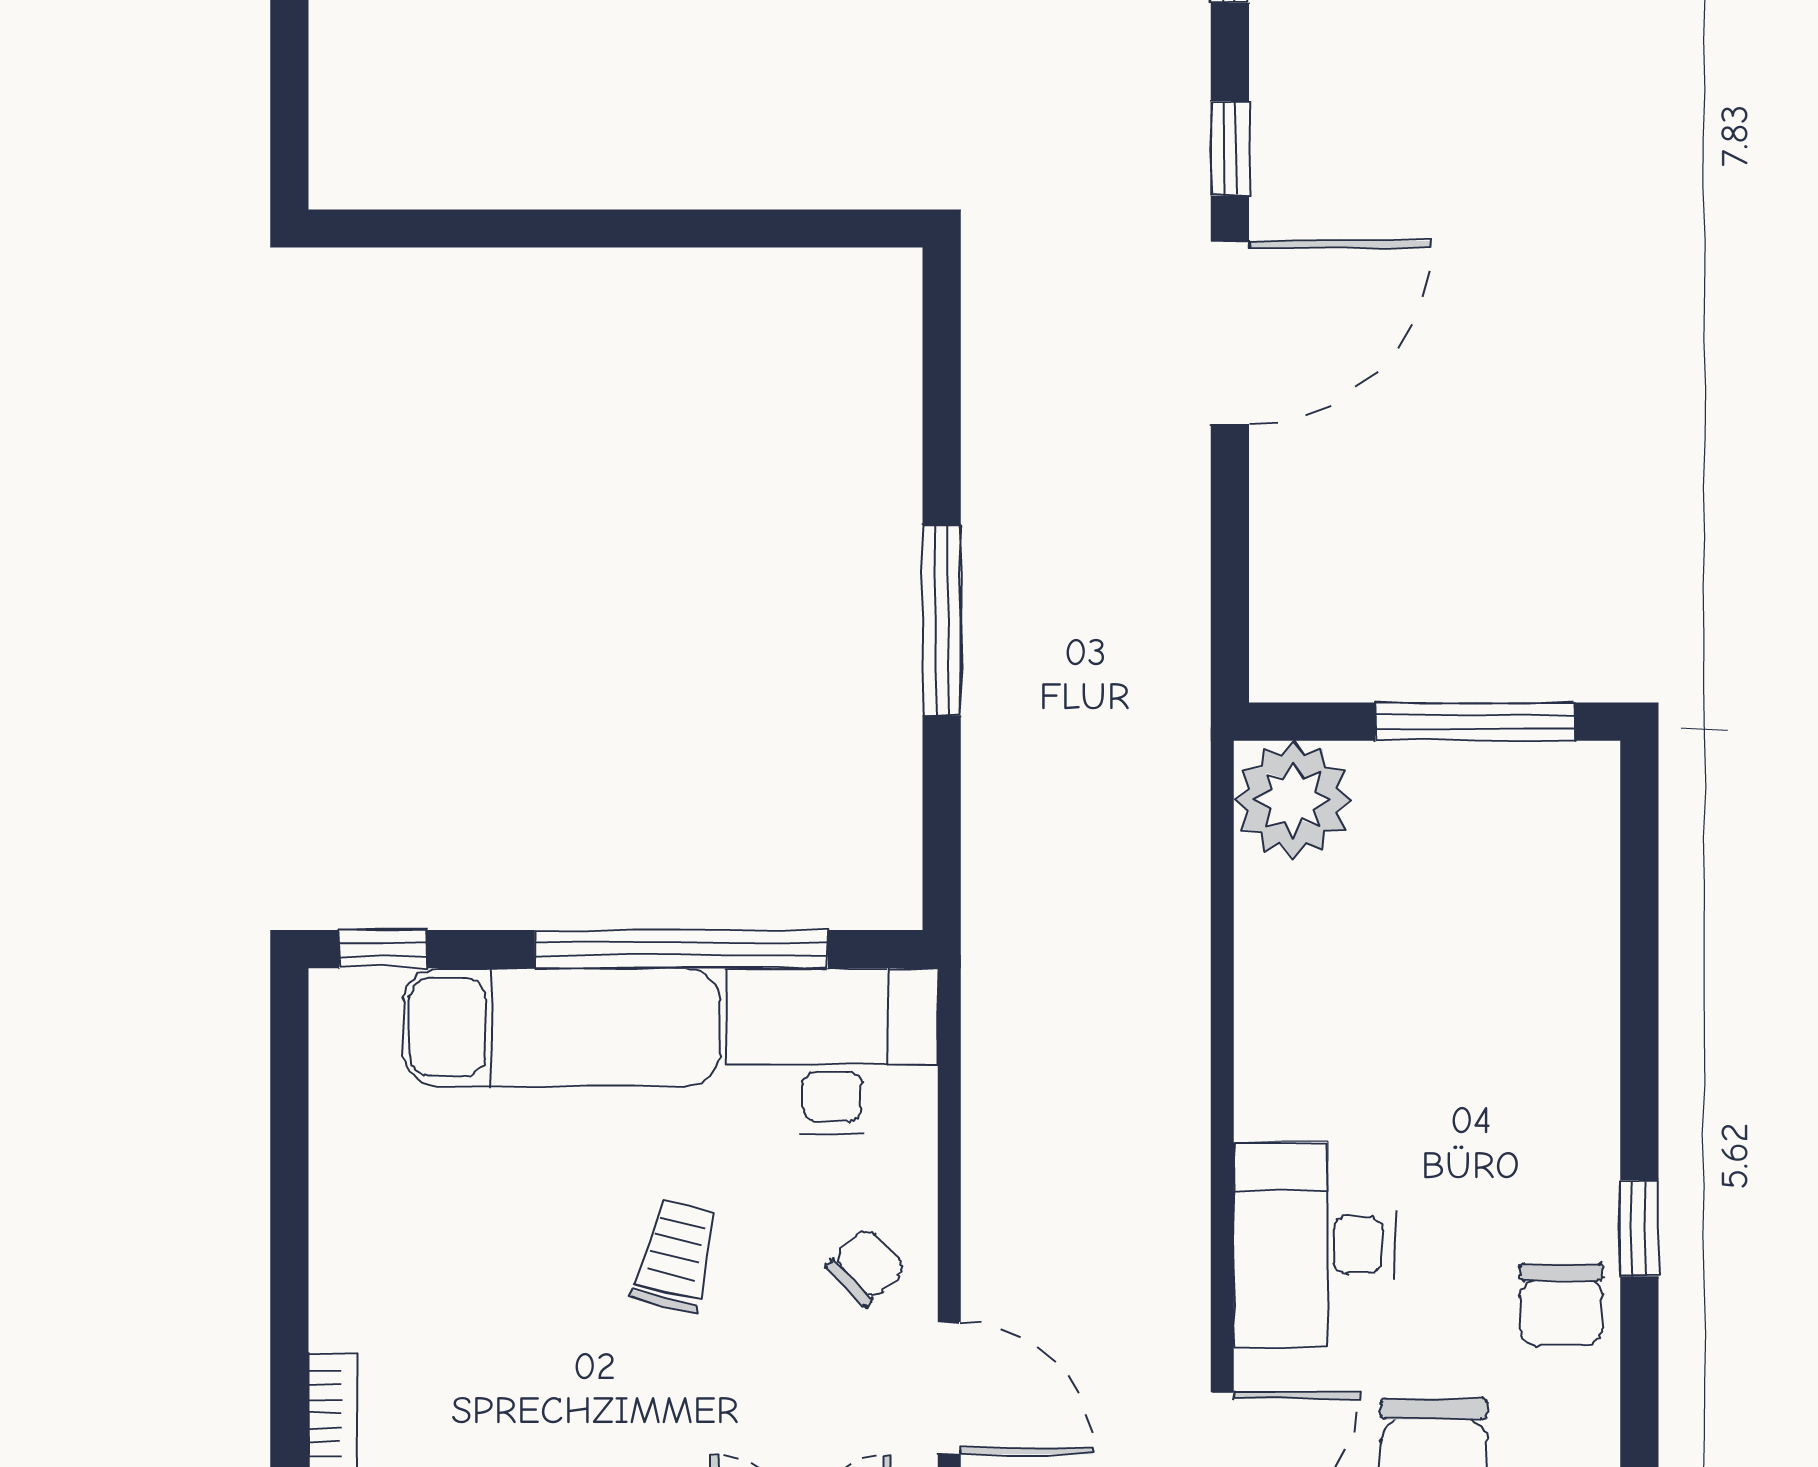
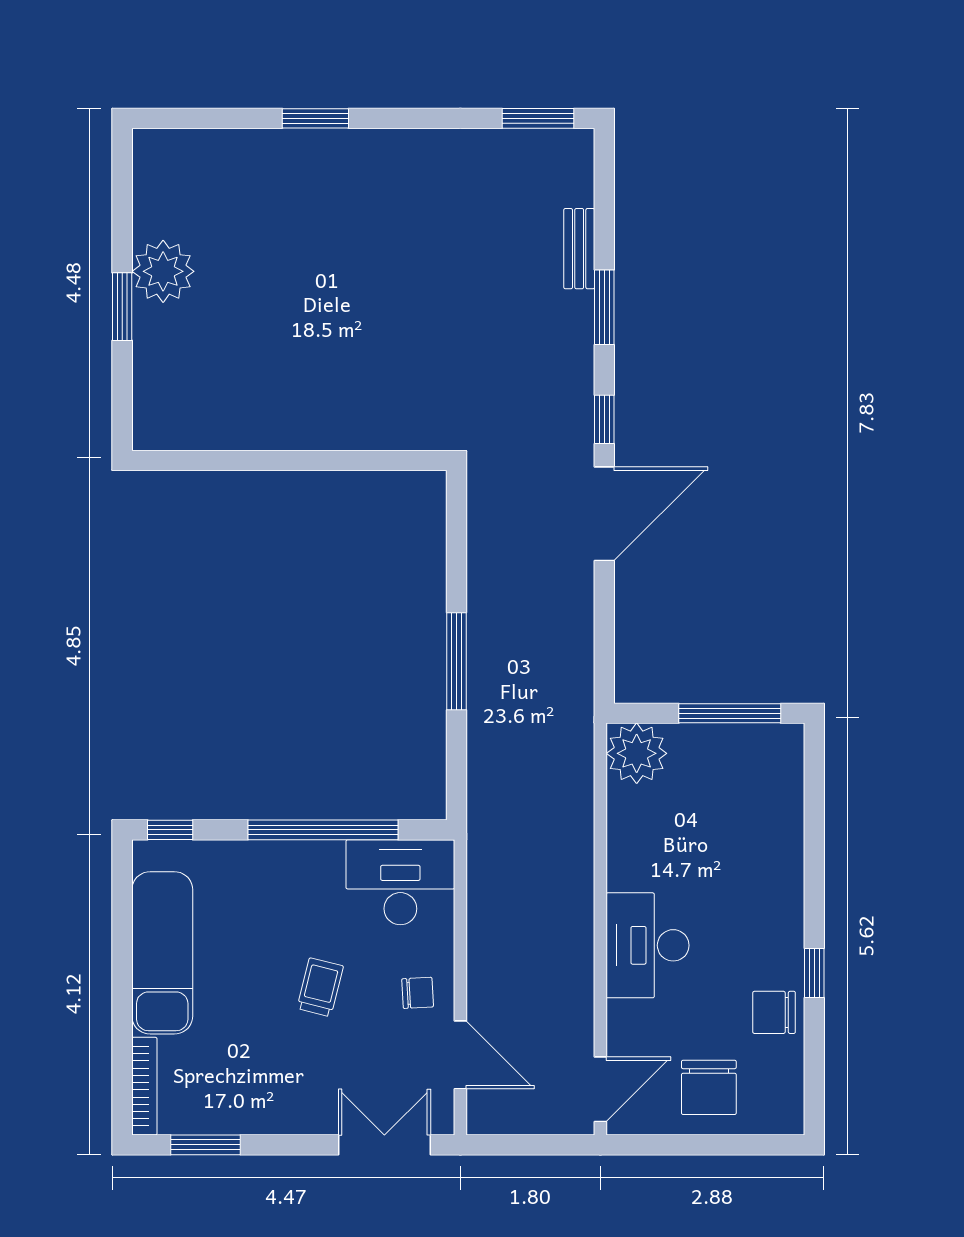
exam couch: (562, 1027) -> (162, 953), moved, turned -90
desk: (1314, 1245) -> (648, 945), moved
chair: (866, 1267) -> (418, 993), turned 41
chair: (1561, 1305) -> (774, 1012), turned 90

